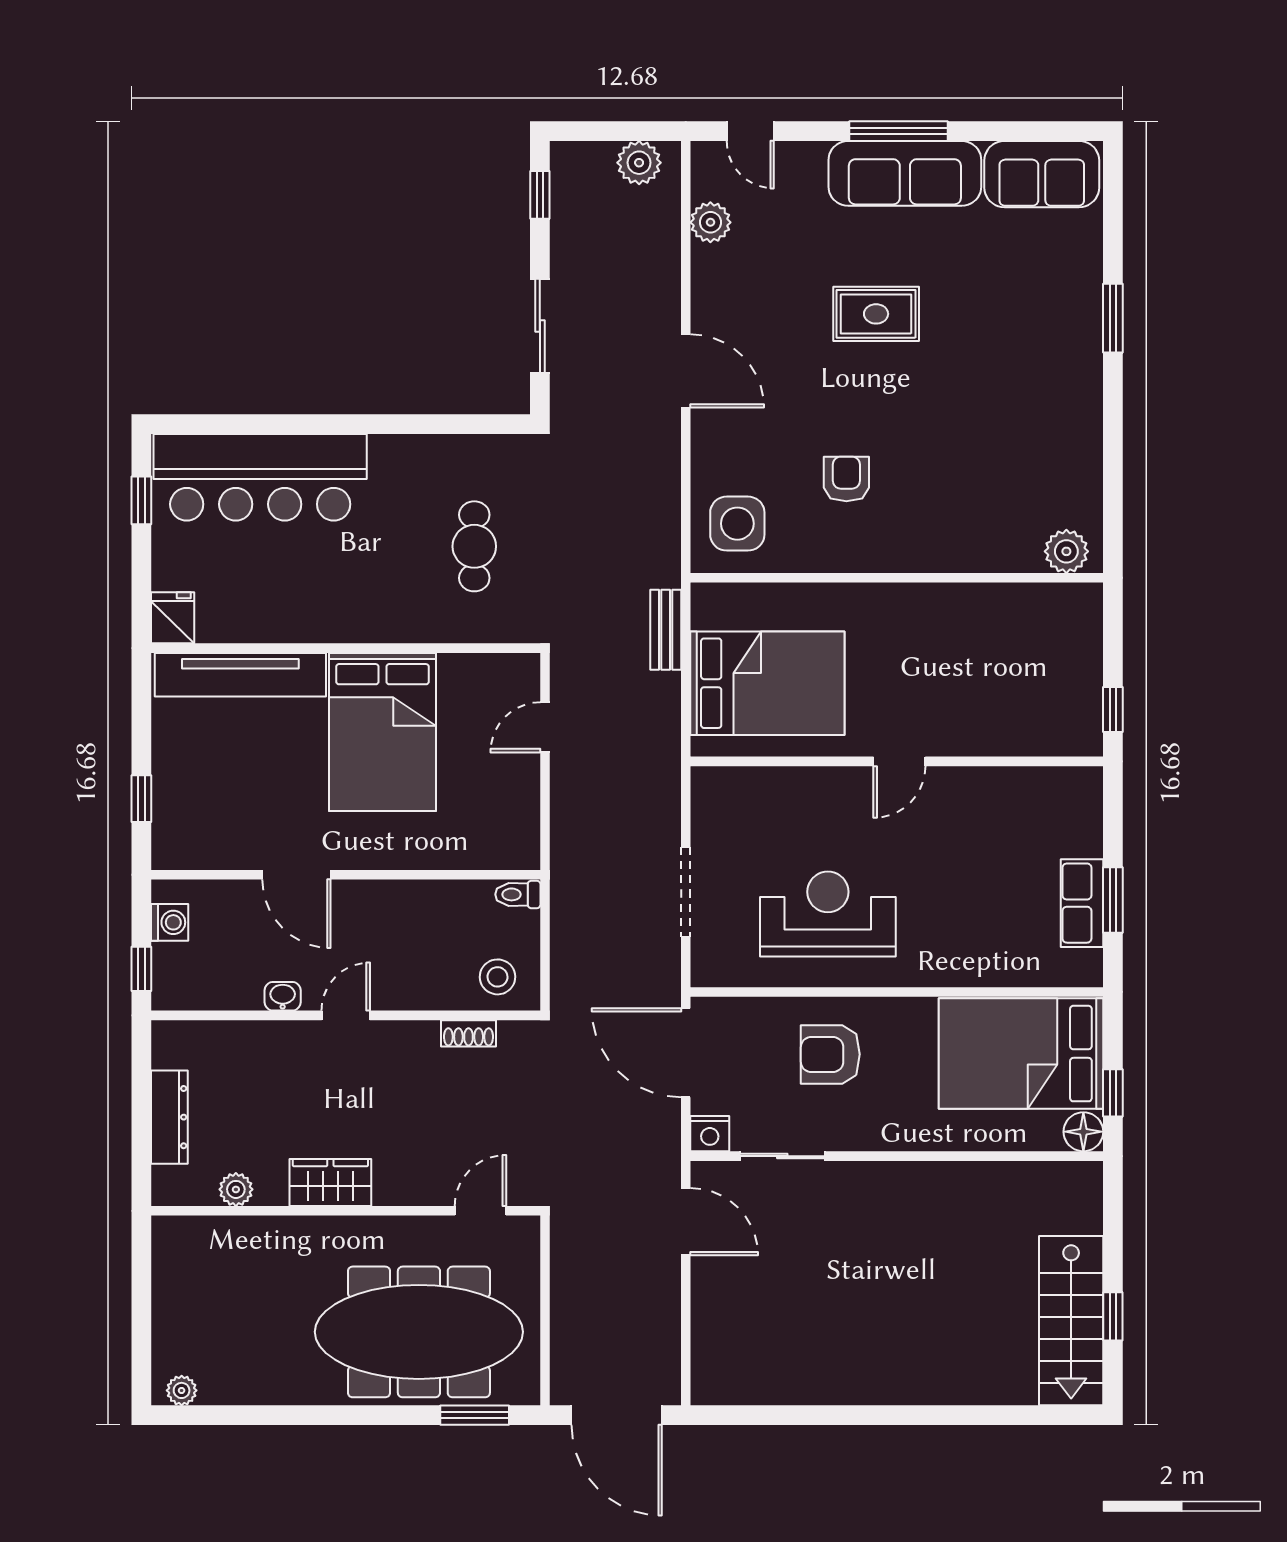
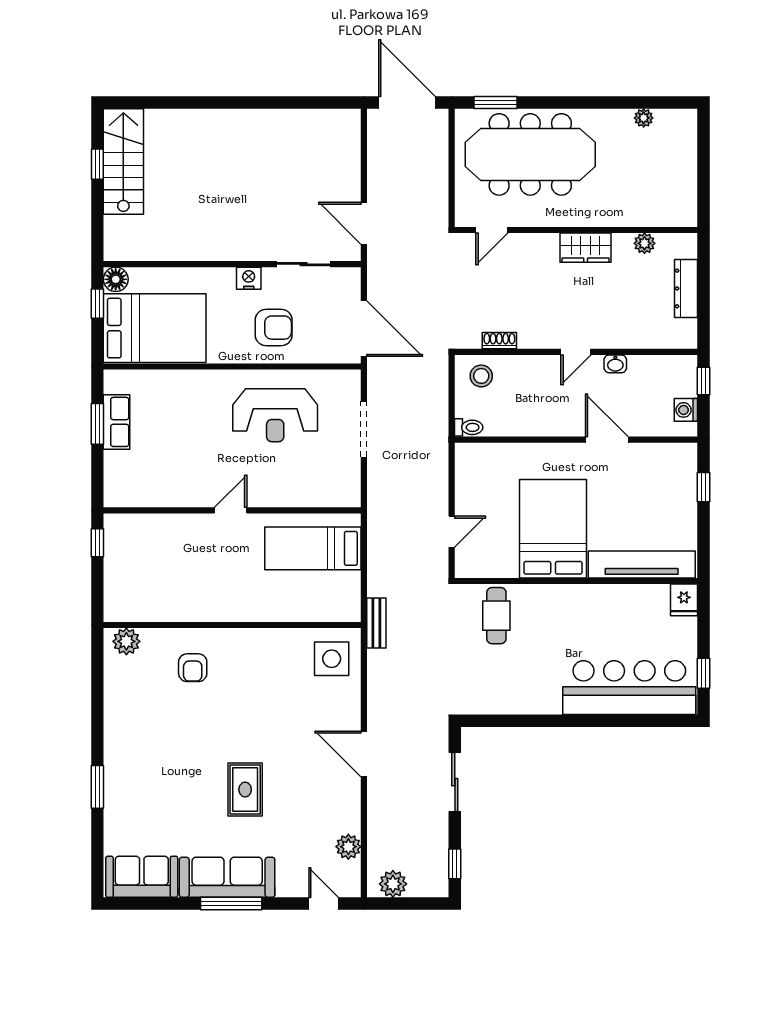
rug: (876, 314) -> (245, 790), turned 90
armchair: (846, 479) -> (193, 668), moved
cafe table: (474, 546) -> (496, 616), moved
bench: (666, 630) -> (376, 623), moved
bed: (767, 683) -> (313, 548), width x0.67
nightstand: (710, 1134) -> (249, 278), moved
plant: (182, 1390) -> (644, 118), moved

